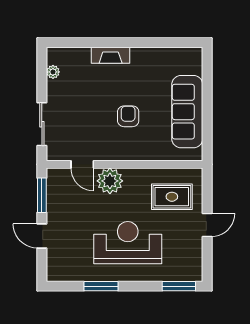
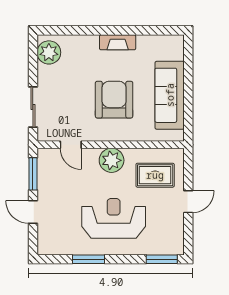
fireplace: (111, 55) -> (118, 42), moved
plant: (53, 72) -> (49, 52), width x1.88, depth x1.88
armchair: (128, 116) -> (114, 100), width x1.88, depth x1.88
plant: (110, 181) -> (112, 160), moved

